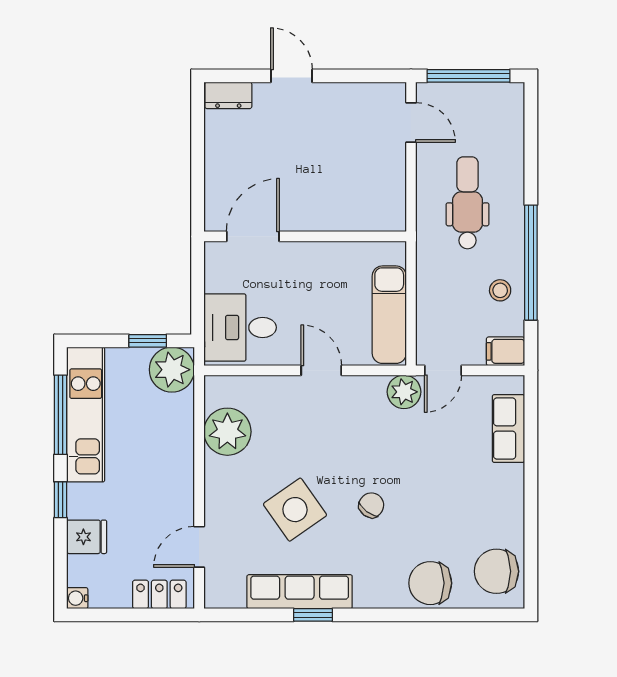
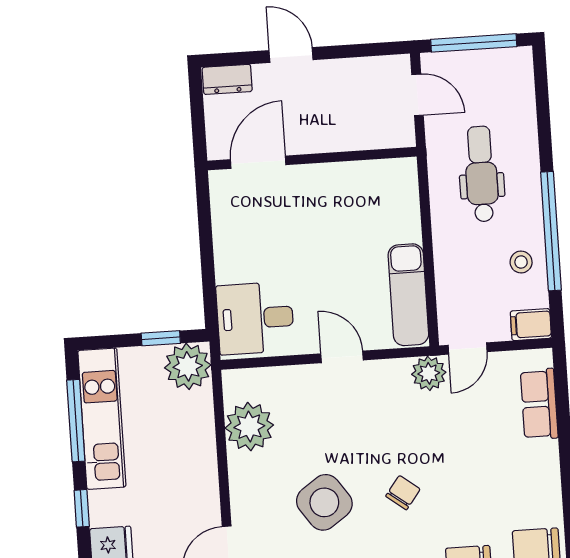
door: (253, 236) -> (258, 162), moved
wall: (305, 236) -> (312, 159), moved

